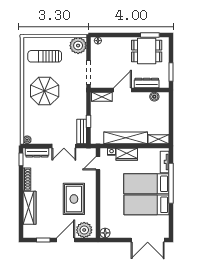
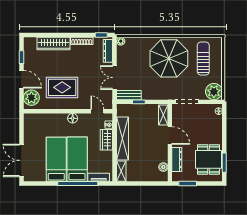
parasol: (45, 91) -> (169, 58), width x1.36, depth x1.36
floor lamp: (105, 233) -> (73, 118), moved

